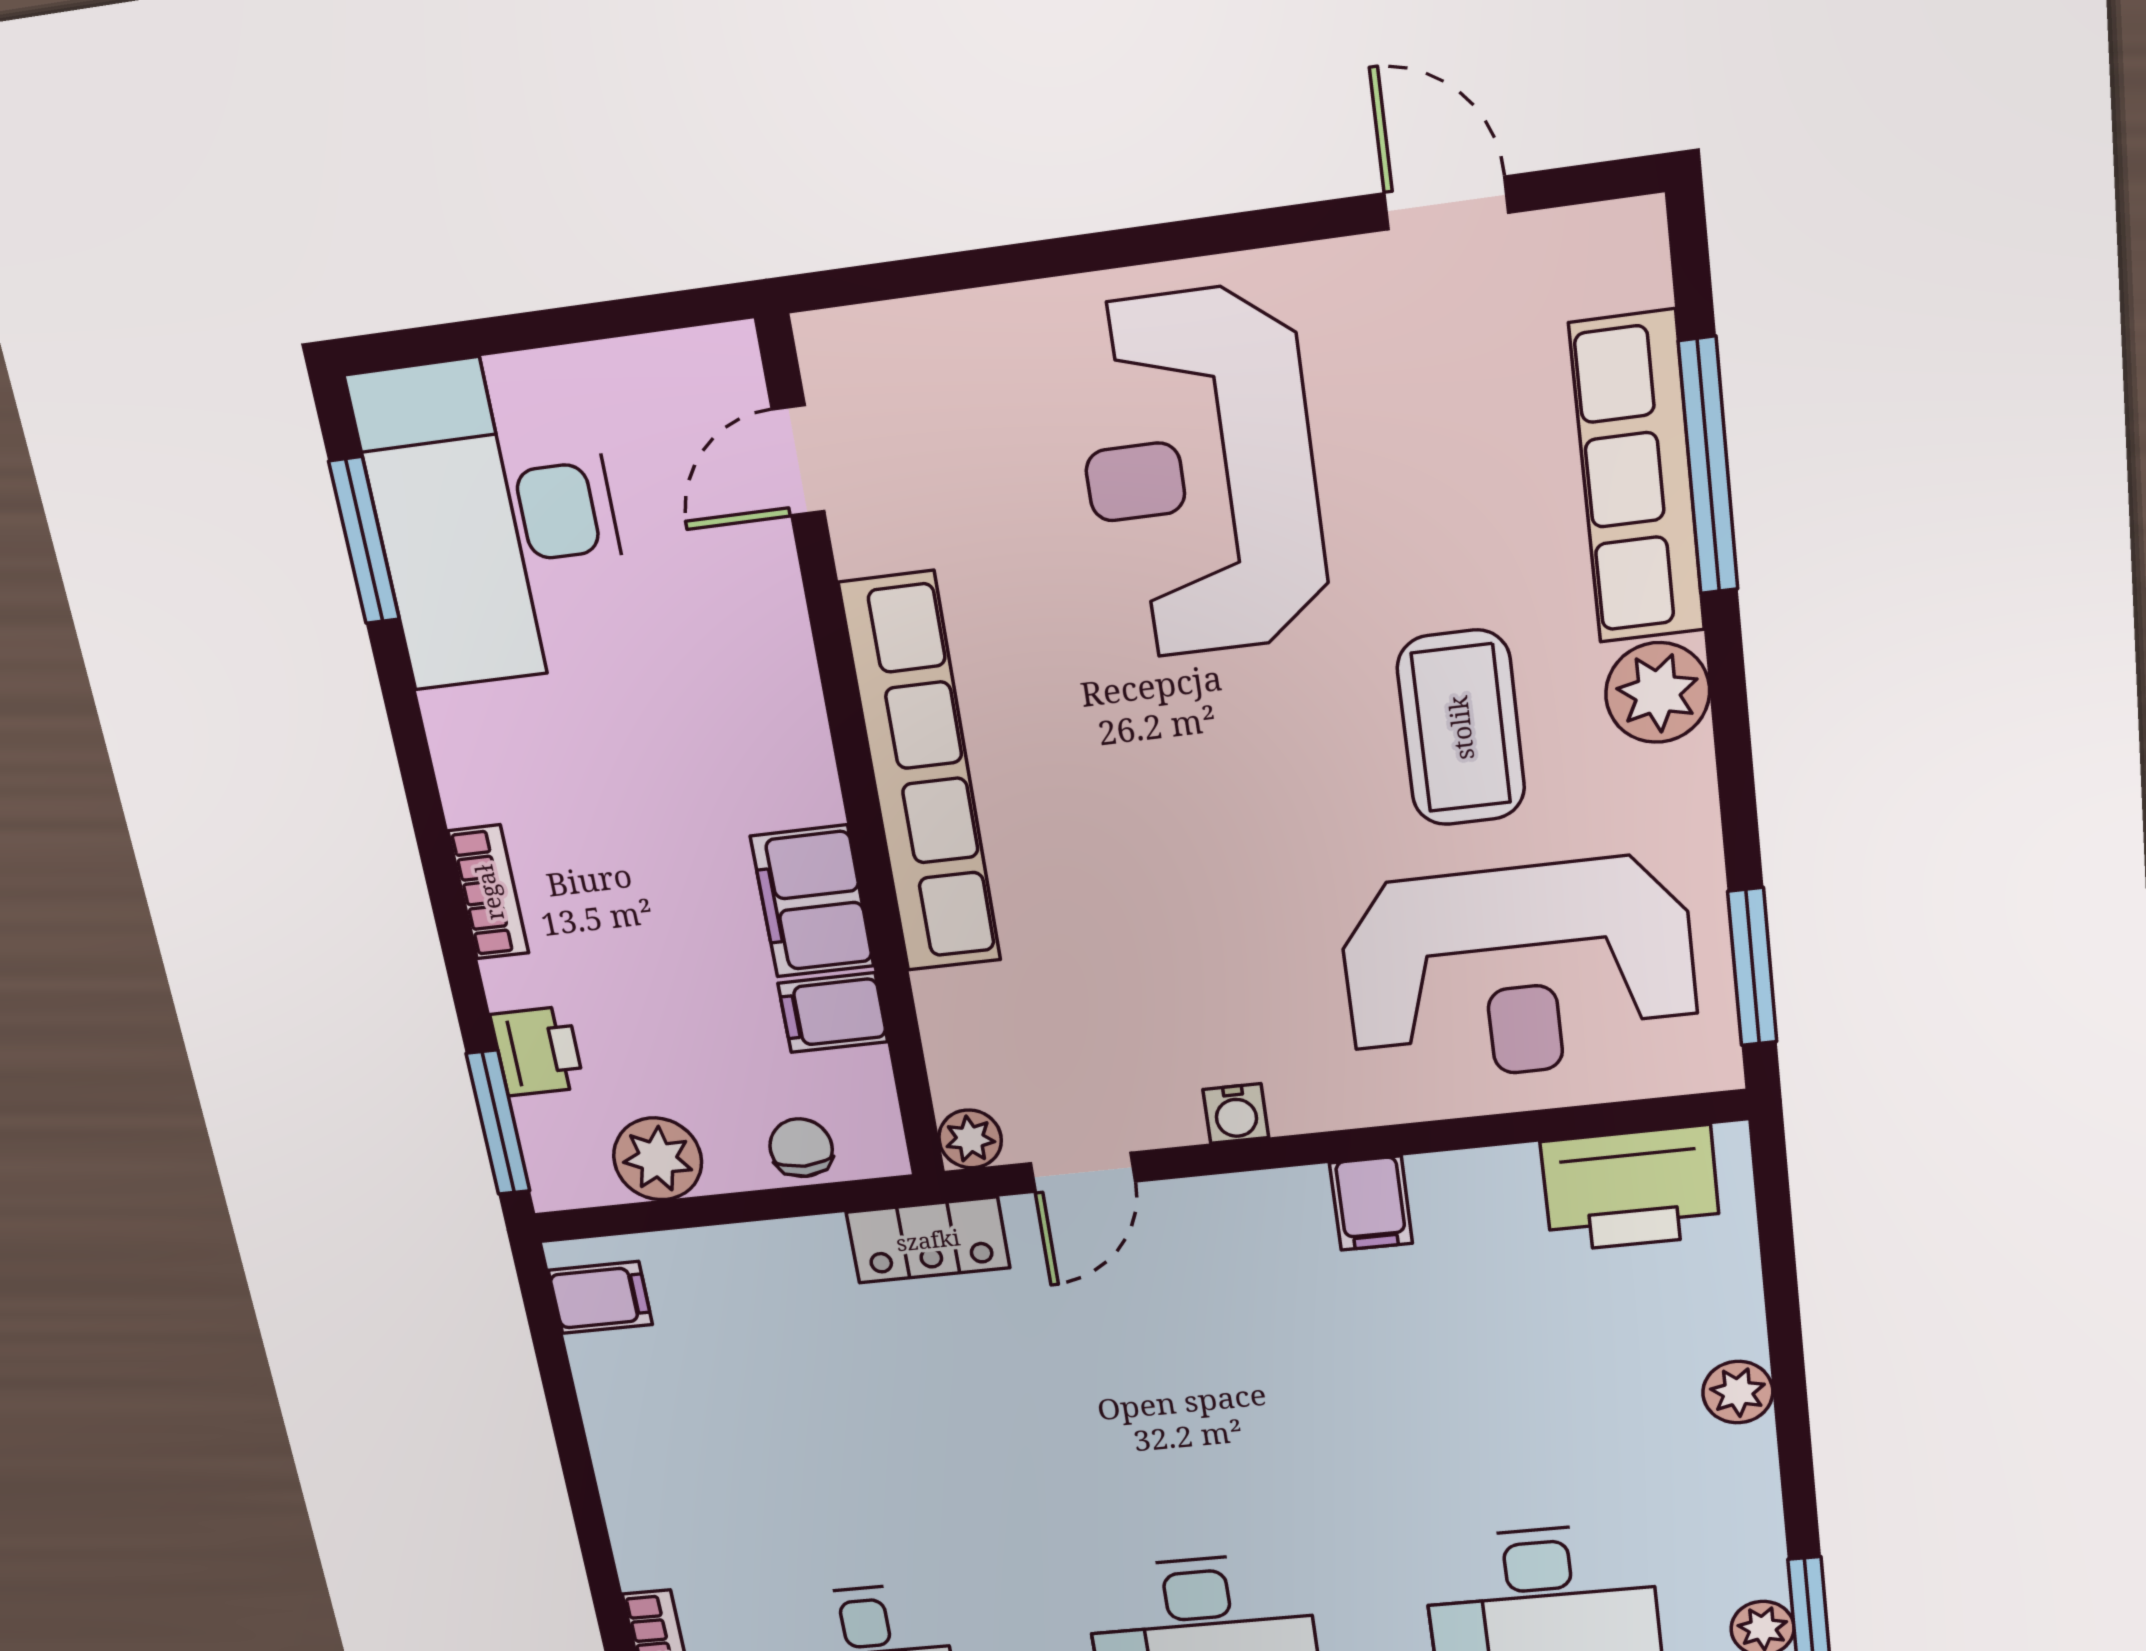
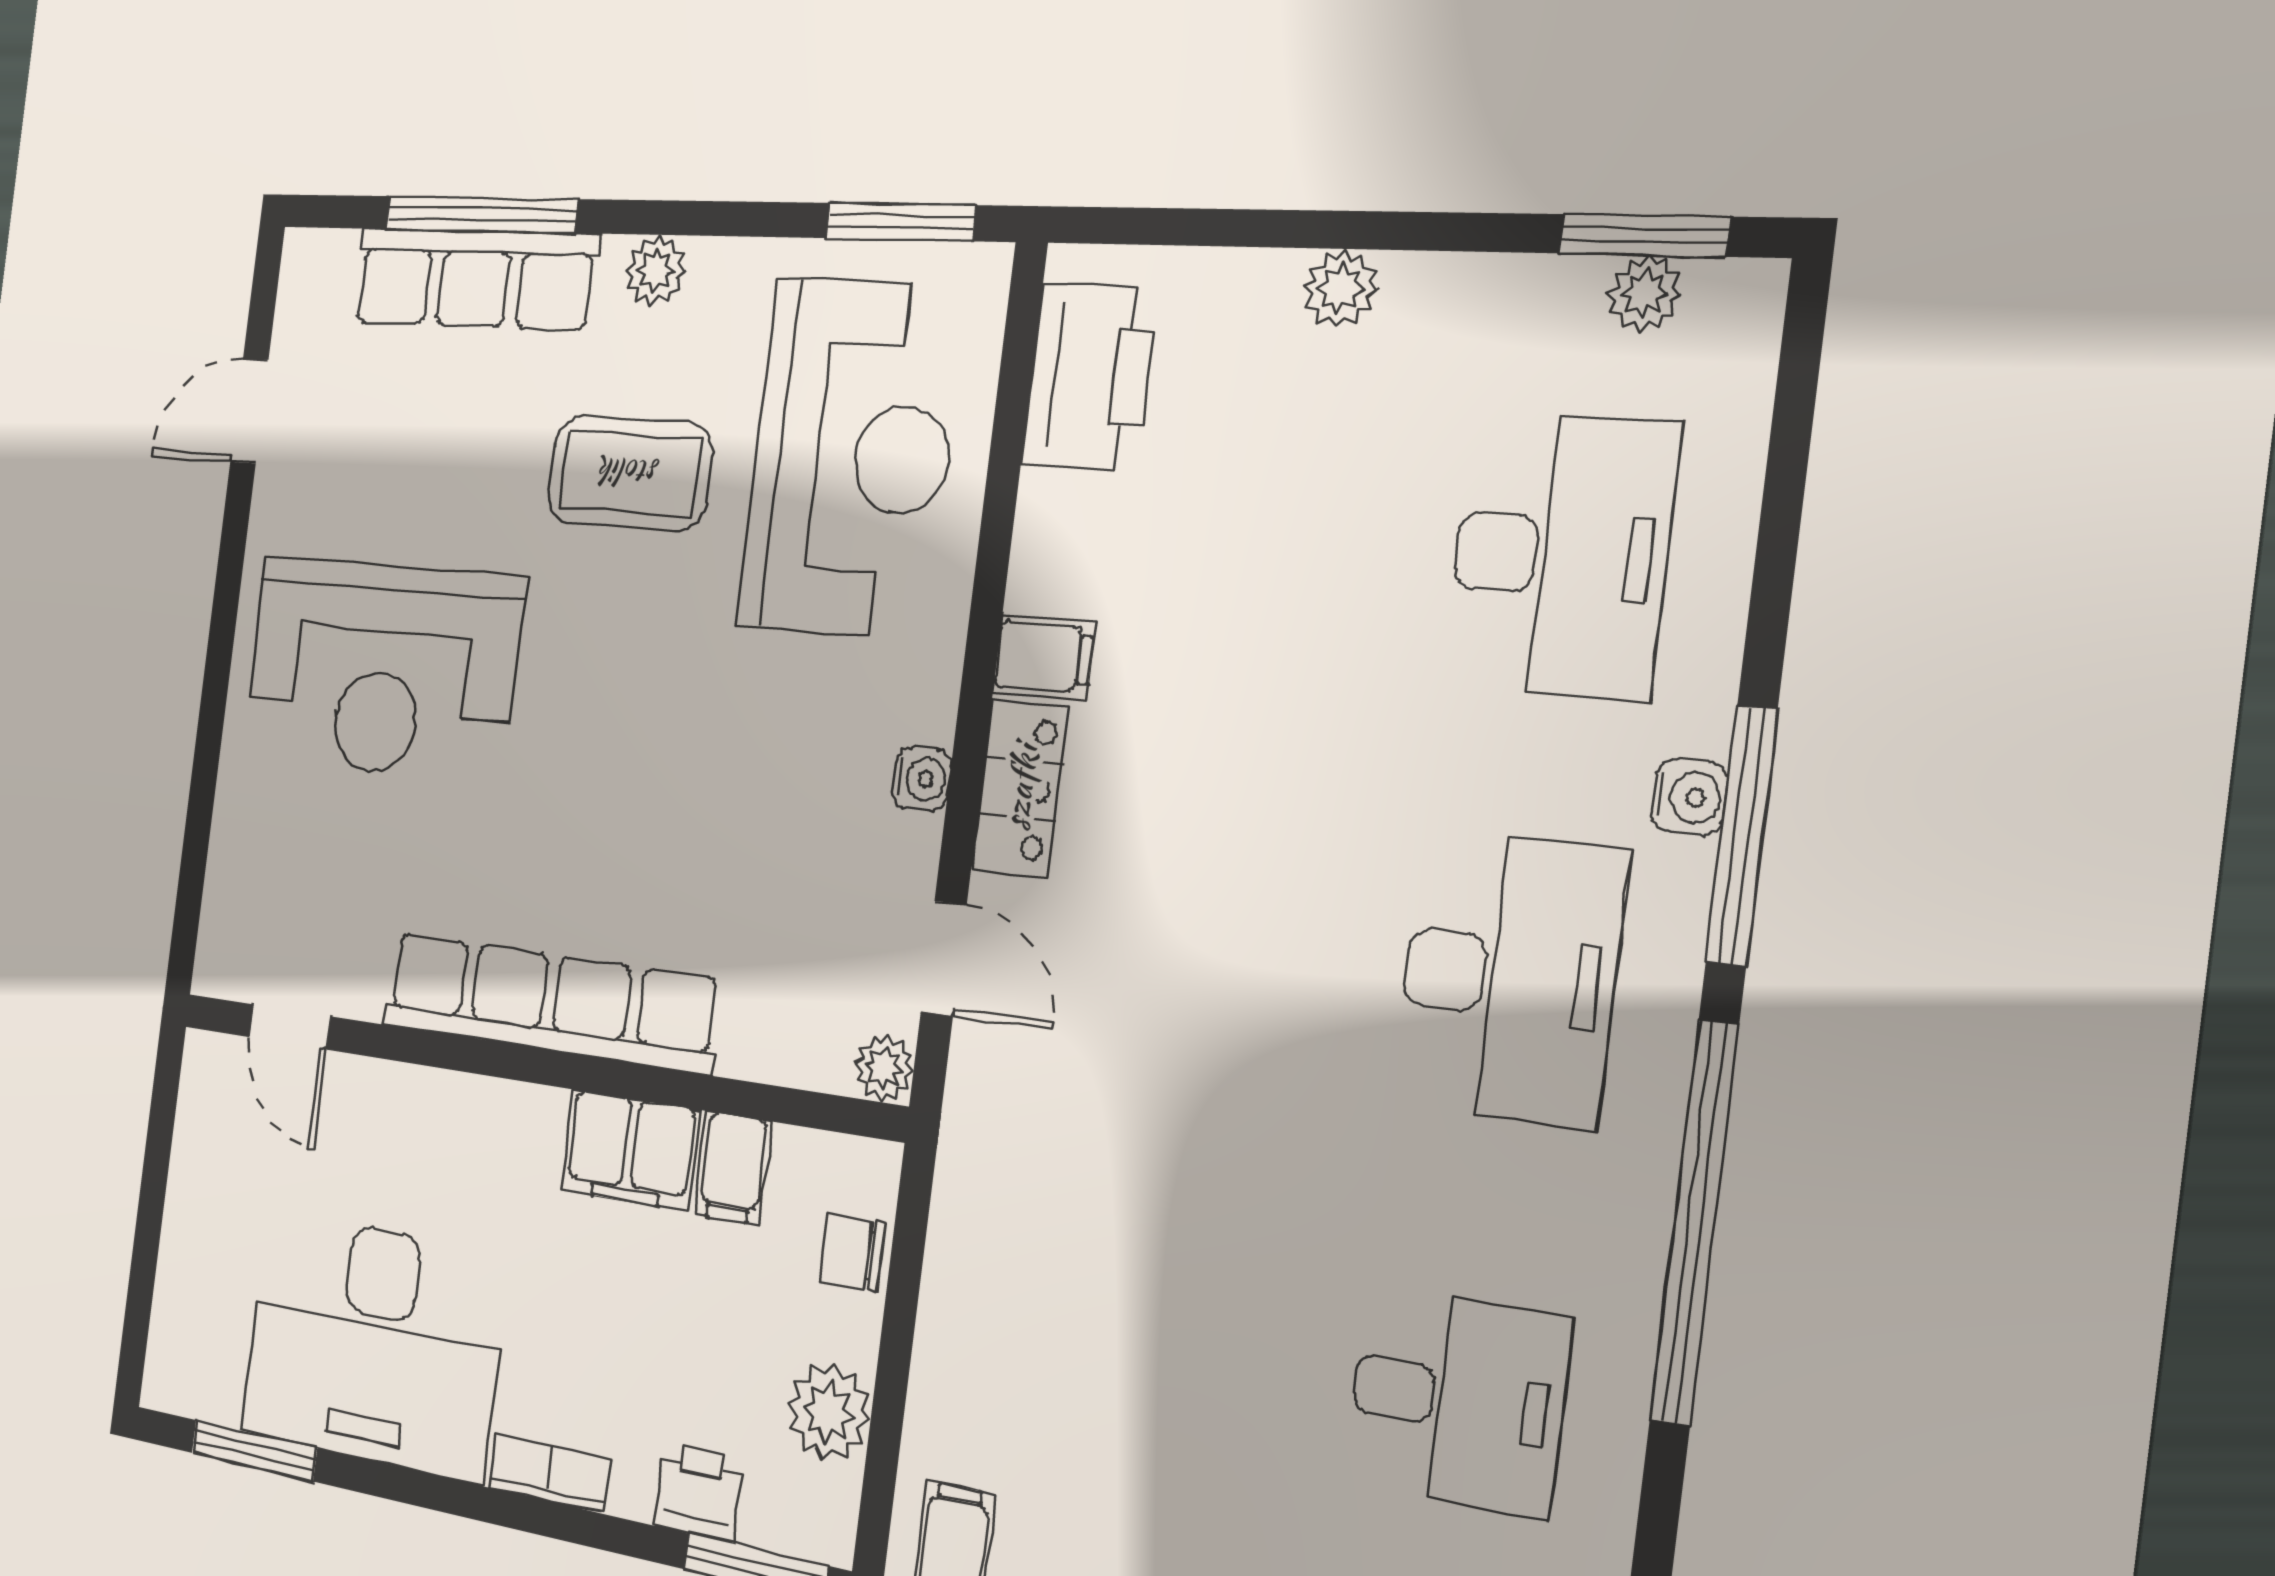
desk: (495, 520) -> (374, 1344), moved
plant: (1658, 693) -> (656, 270), width x0.73, depth x0.73
locker: (928, 1240) -> (1020, 788), moved

